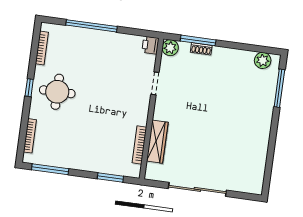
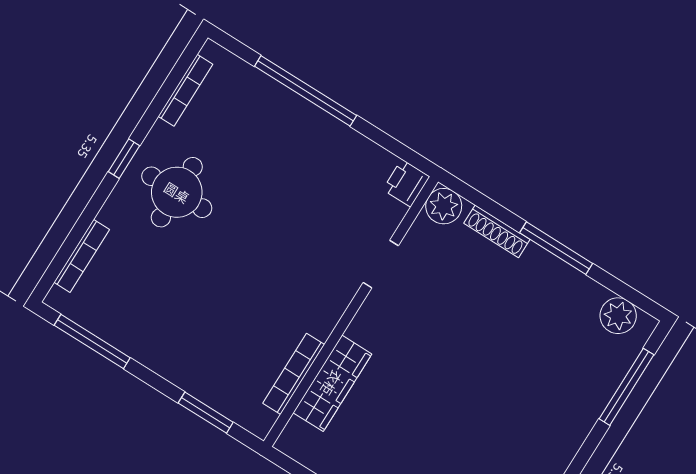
window: (198, 40) -> (556, 248), moved
shoe rack: (201, 49) -> (497, 231), width x1.43

